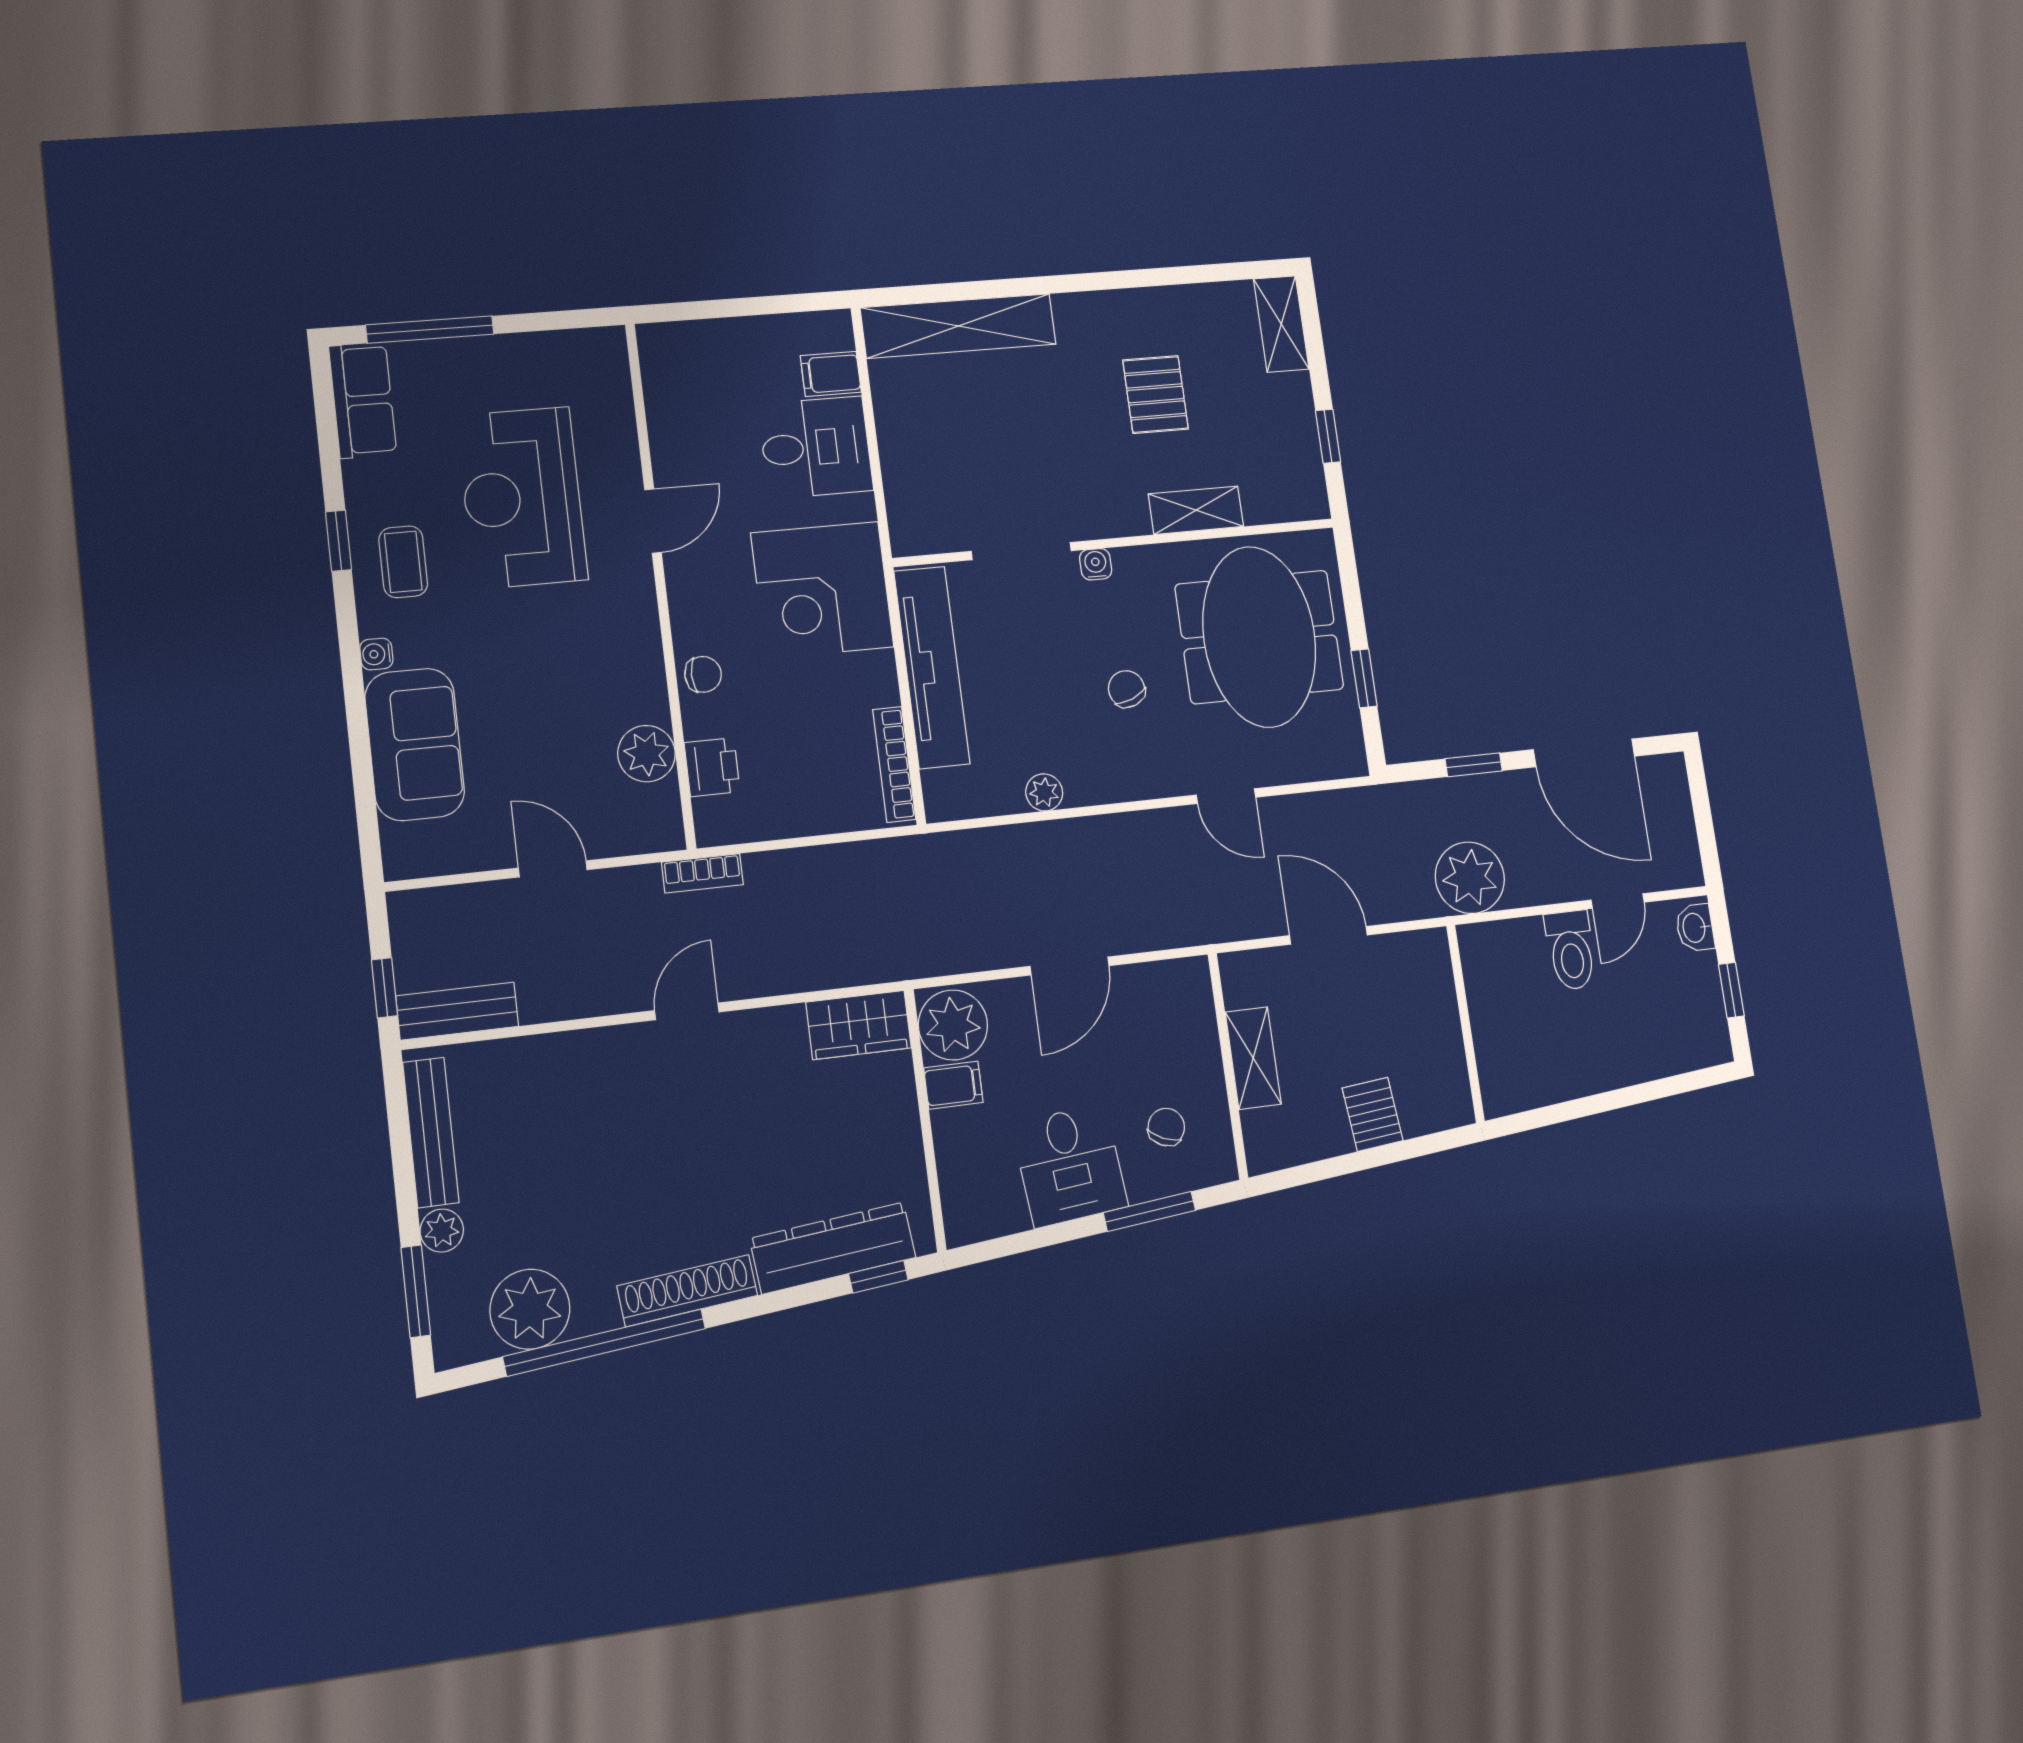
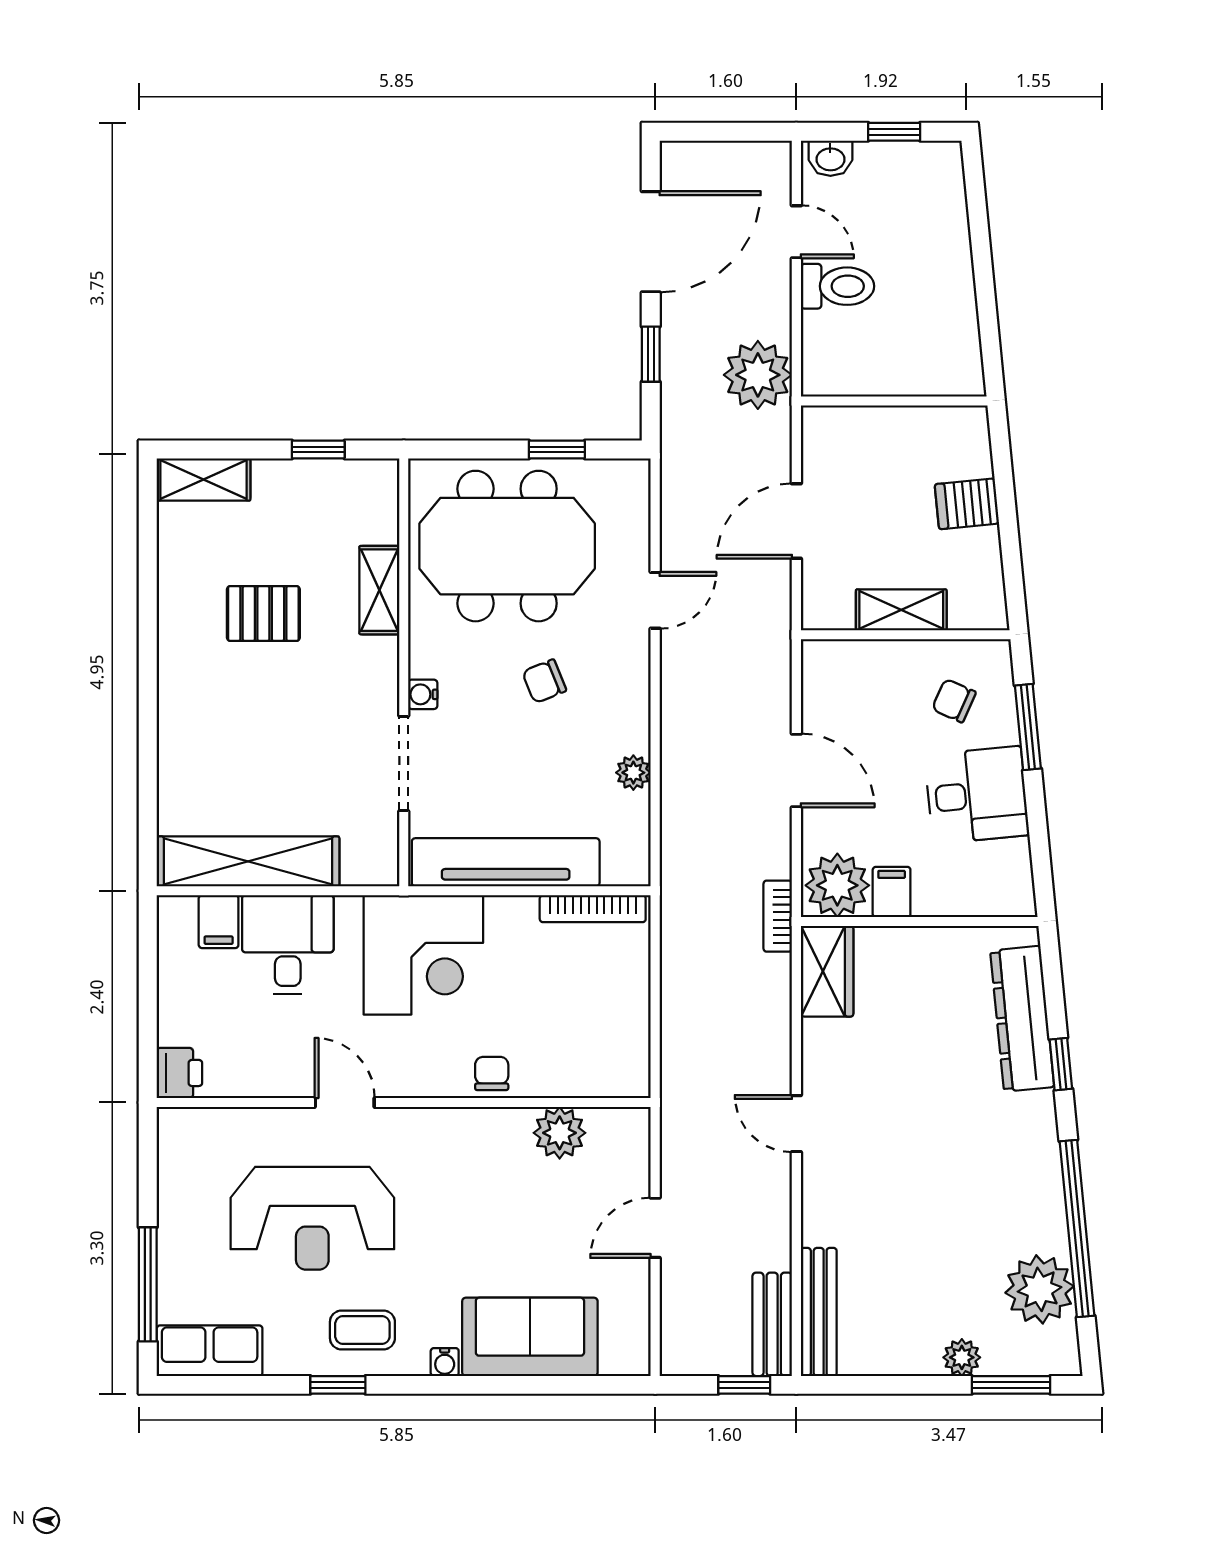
shelving: (958, 326) -> (248, 861), moved, turned 90
printer: (712, 767) -> (179, 1073), moved, turned 90
bookcase: (702, 873) -> (778, 916), moved, turned 180
bench: (431, 1132) -> (819, 1312), moved, turned 90
window: (878, 1277) -> (1061, 1064), moved
shoe rack: (687, 1291) -> (1042, 1152), removed

